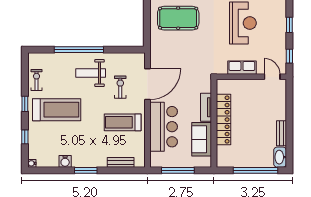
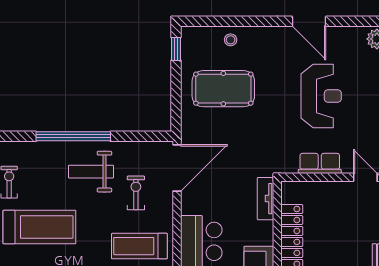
door: (147, 84) -> (177, 168), moved
tv unit: (206, 107) -> (266, 199), moved

